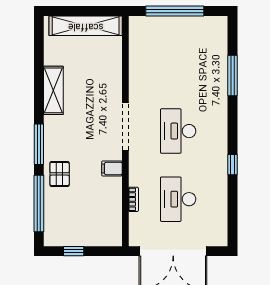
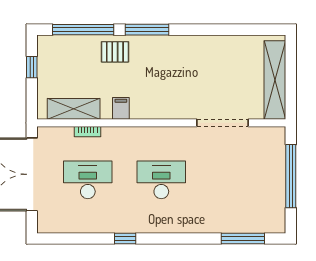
window: (233, 75) -> (243, 239), moved
shelving: (53, 90) -> (74, 109), moved
doorway: (125, 126) -> (222, 123), moved

